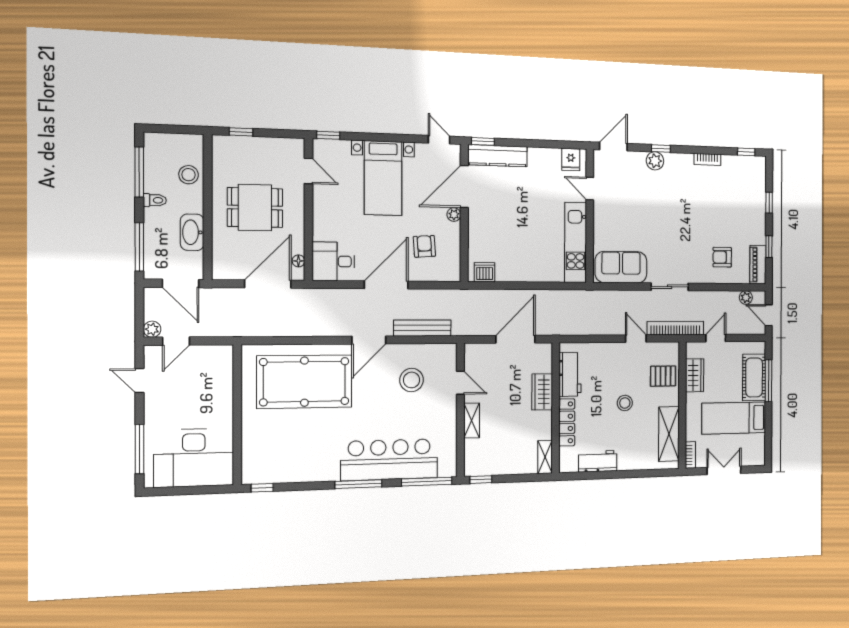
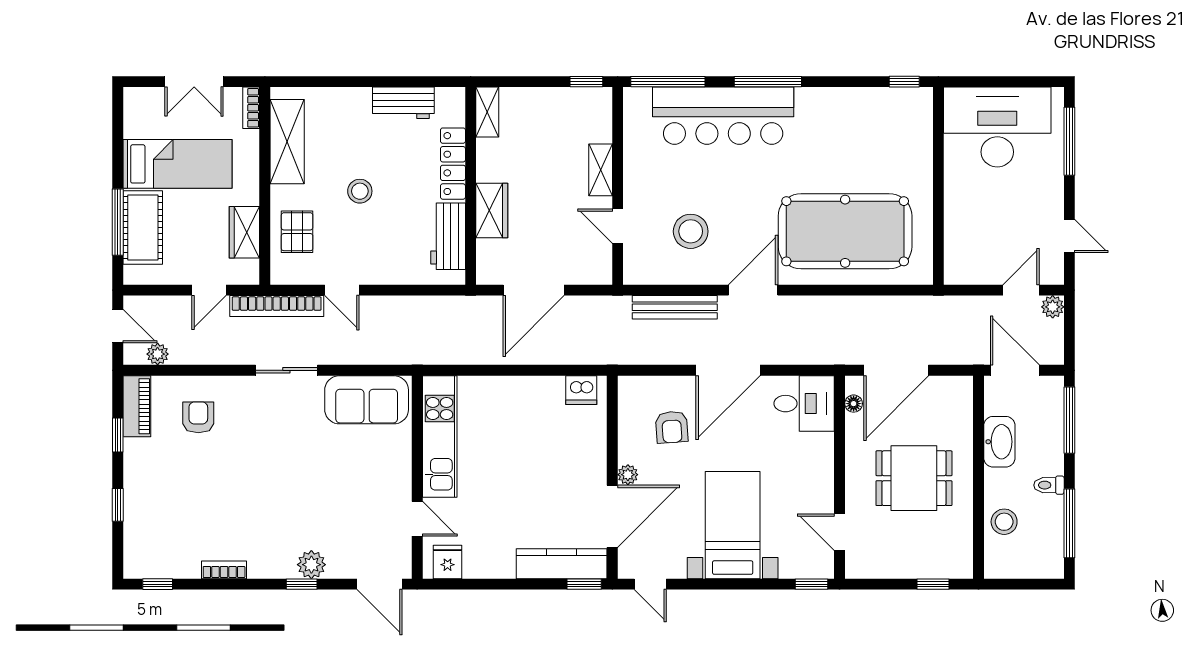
door: (613, 147) -> (379, 584), hinge flipped
armchair: (722, 257) -> (198, 417), turned -90
pallet: (663, 376) -> (297, 232), turned 90

